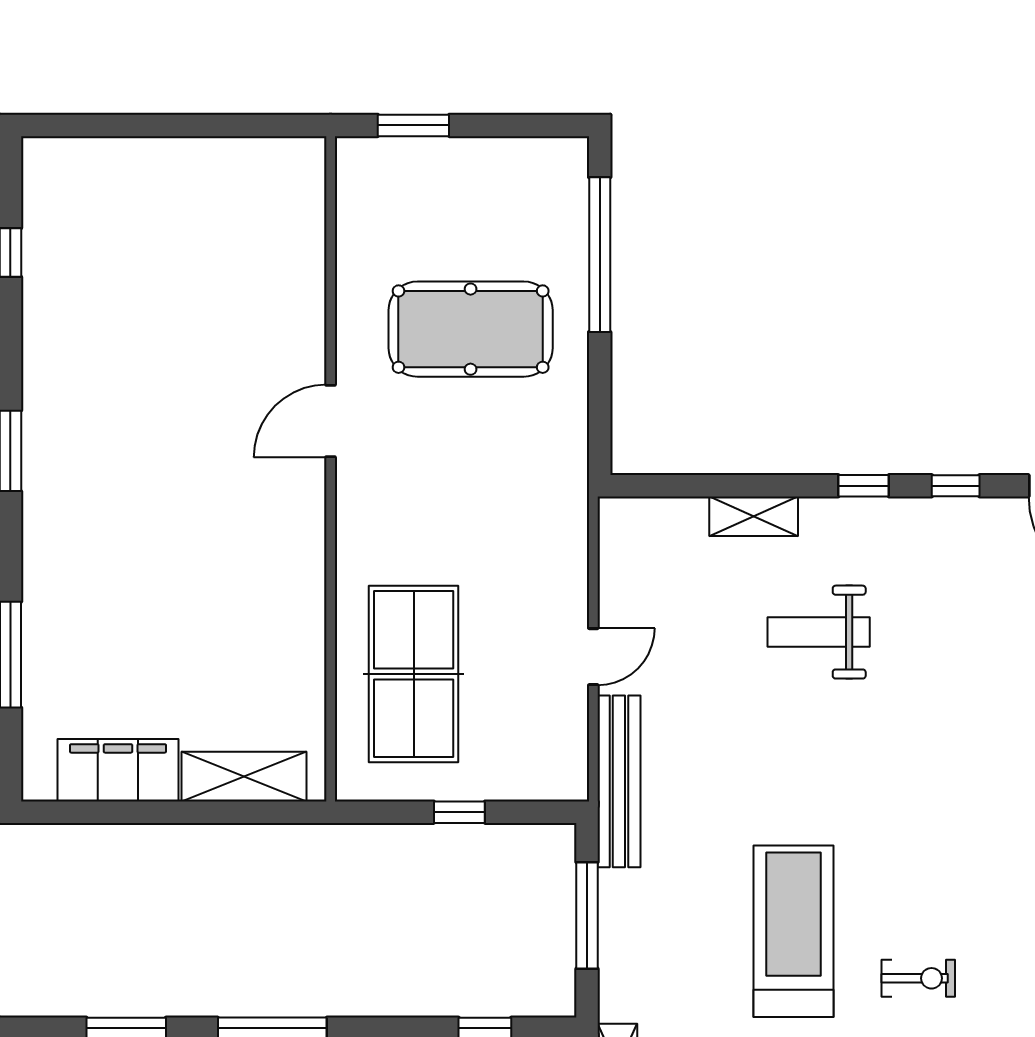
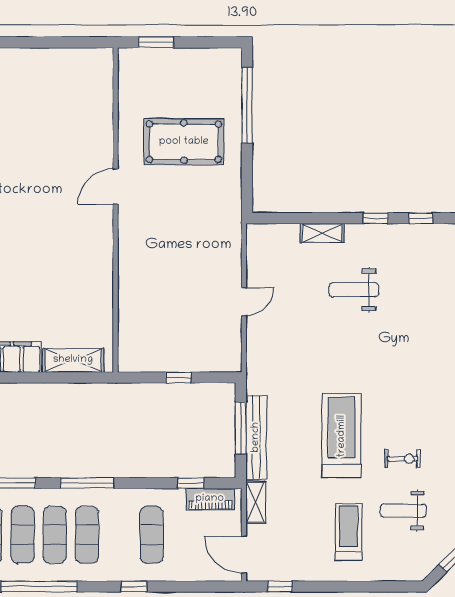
table tennis table: (414, 674) -> (156, 310), removed
bench: (619, 781) -> (256, 437), moved

